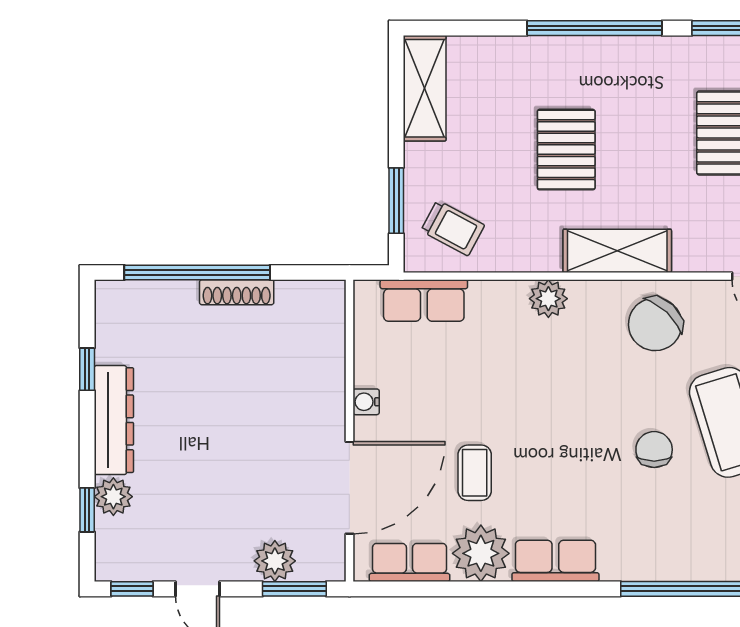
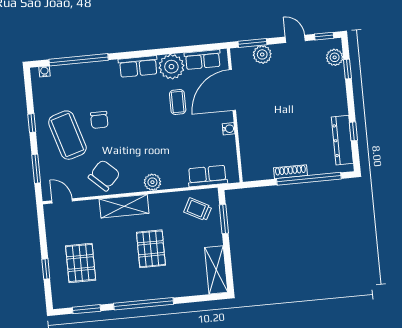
dresser: (114, 420) -> (342, 140), moved
plant: (113, 497) -> (335, 57), moved

